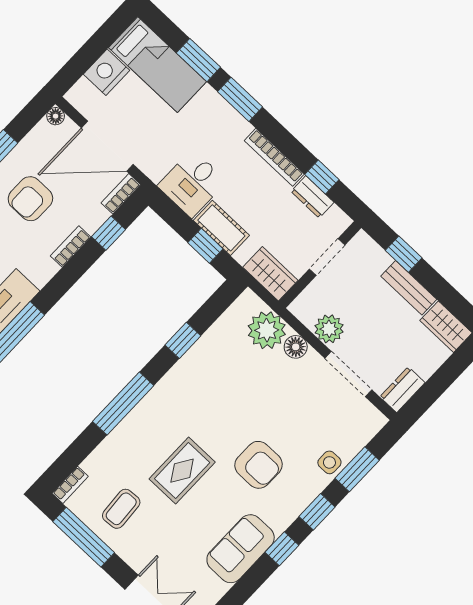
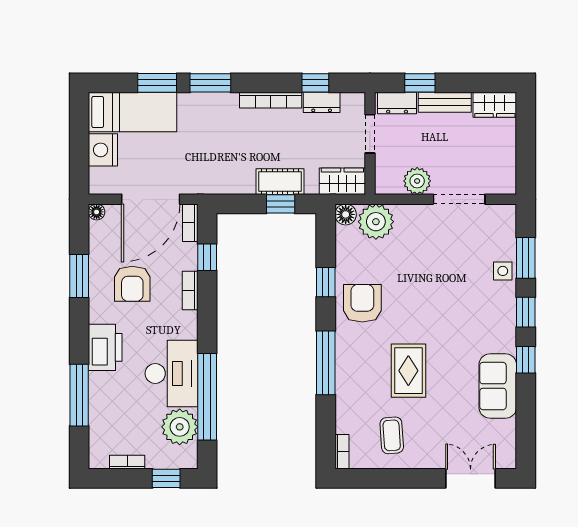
desk: (192, 183) -> (232, 170), removed
floor lamp: (296, 347) -> (346, 214), moved
dresser: (402, 390) -> (397, 103), moved, turned -90
armchair: (259, 465) -> (362, 303), moved, turned -90
window: (84, 537) -> (384, 478), removed

